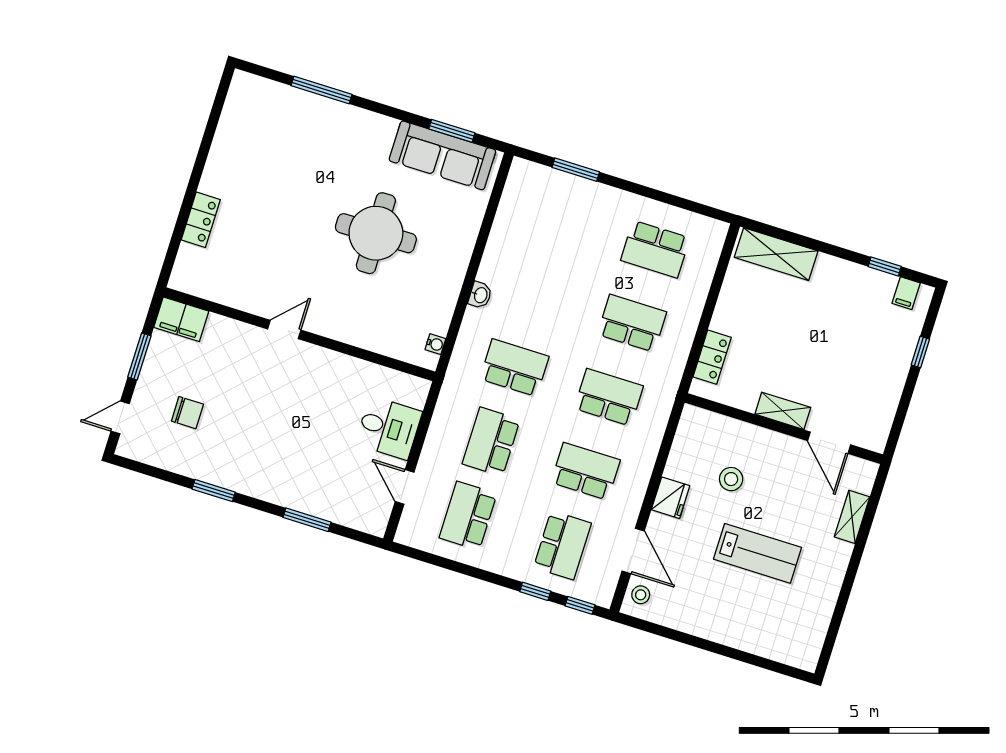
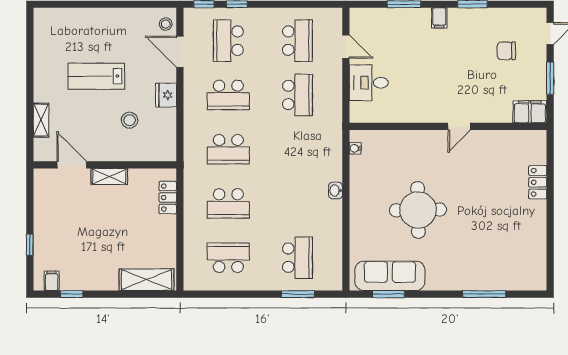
school desk: (514, 368) -> (297, 258), moved, turned -90
filing cabinet: (265, 486) -> (439, 18), added

